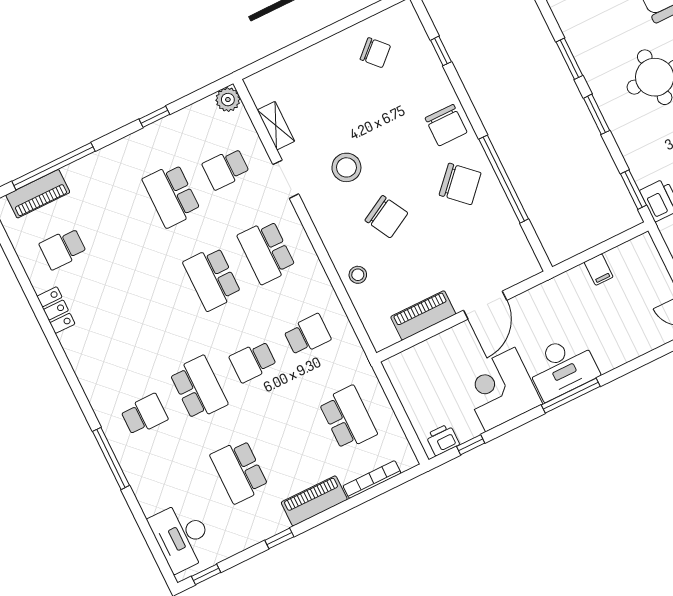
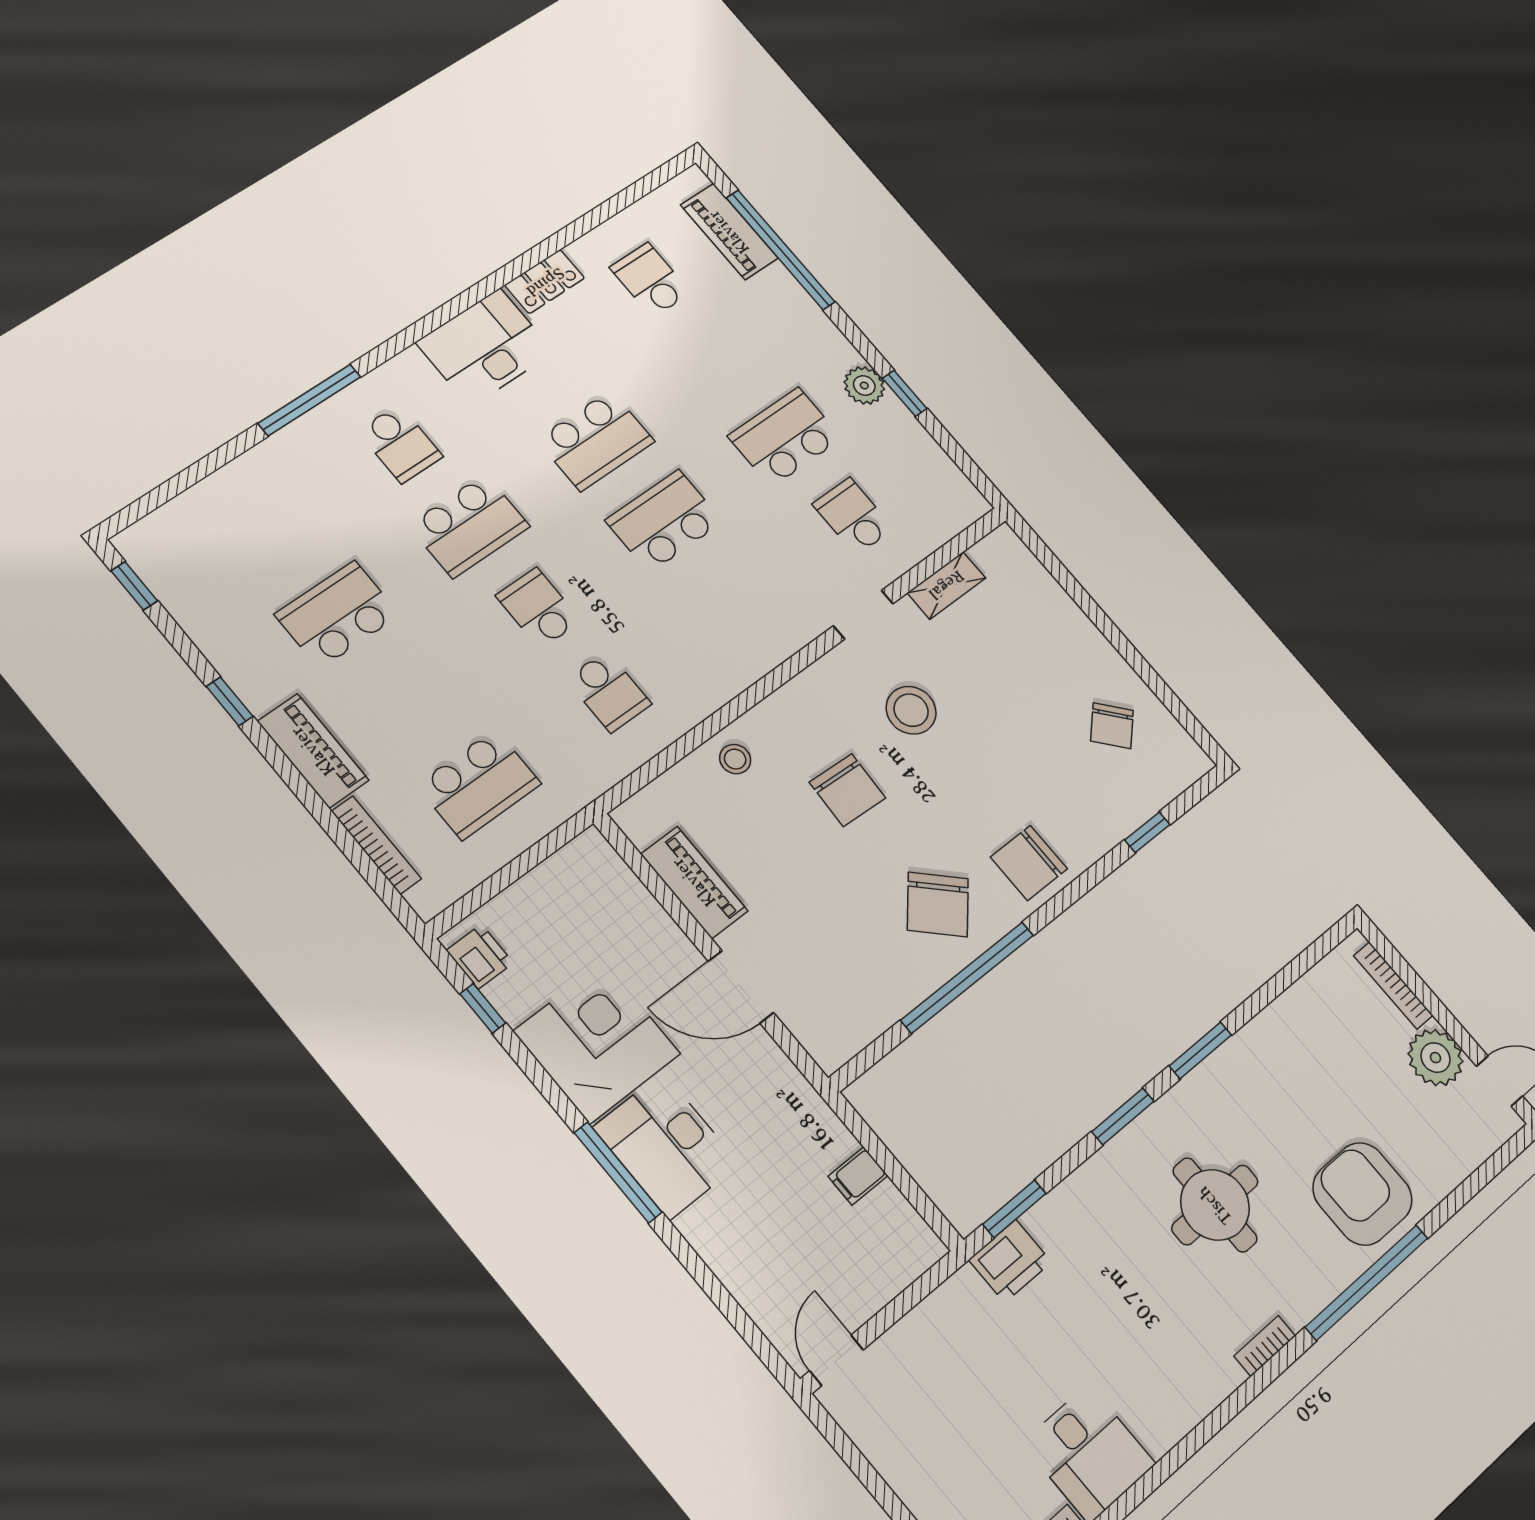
plant: (228, 100) -> (864, 386), moved
chair: (386, 217) -> (847, 790), turned -58
school desk: (267, 252) -> (596, 440), moved, turned 180
desk: (182, 536) -> (485, 347), moved

